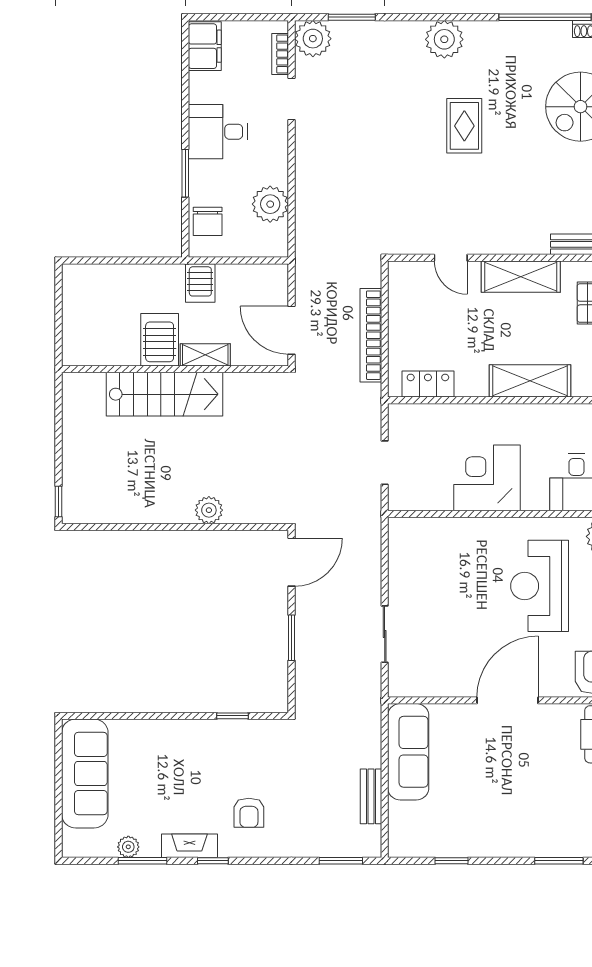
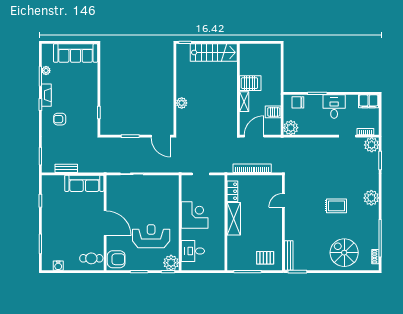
plant: (270, 204) -> (291, 128), moved
shelving: (521, 277) -> (276, 229), removed
server rack: (200, 283) -> (273, 112), moved
shelving: (530, 381) -> (234, 219), moved
stairs: (164, 394) -> (214, 52), moved, turned -90

